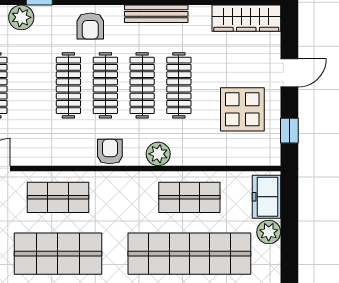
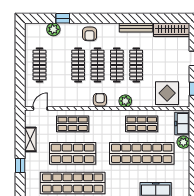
bench: (156, 14) -> (136, 27), moved
display table: (242, 109) -> (167, 93), moved

